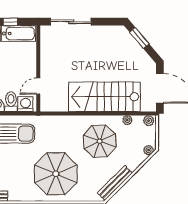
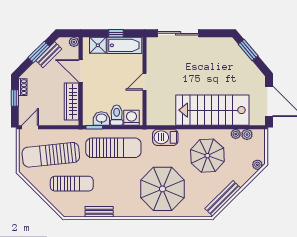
door: (38, 86) -> (144, 82), moved
plant: (149, 121) -> (247, 135), moved
barbecue: (59, 123) -> (165, 137), added

